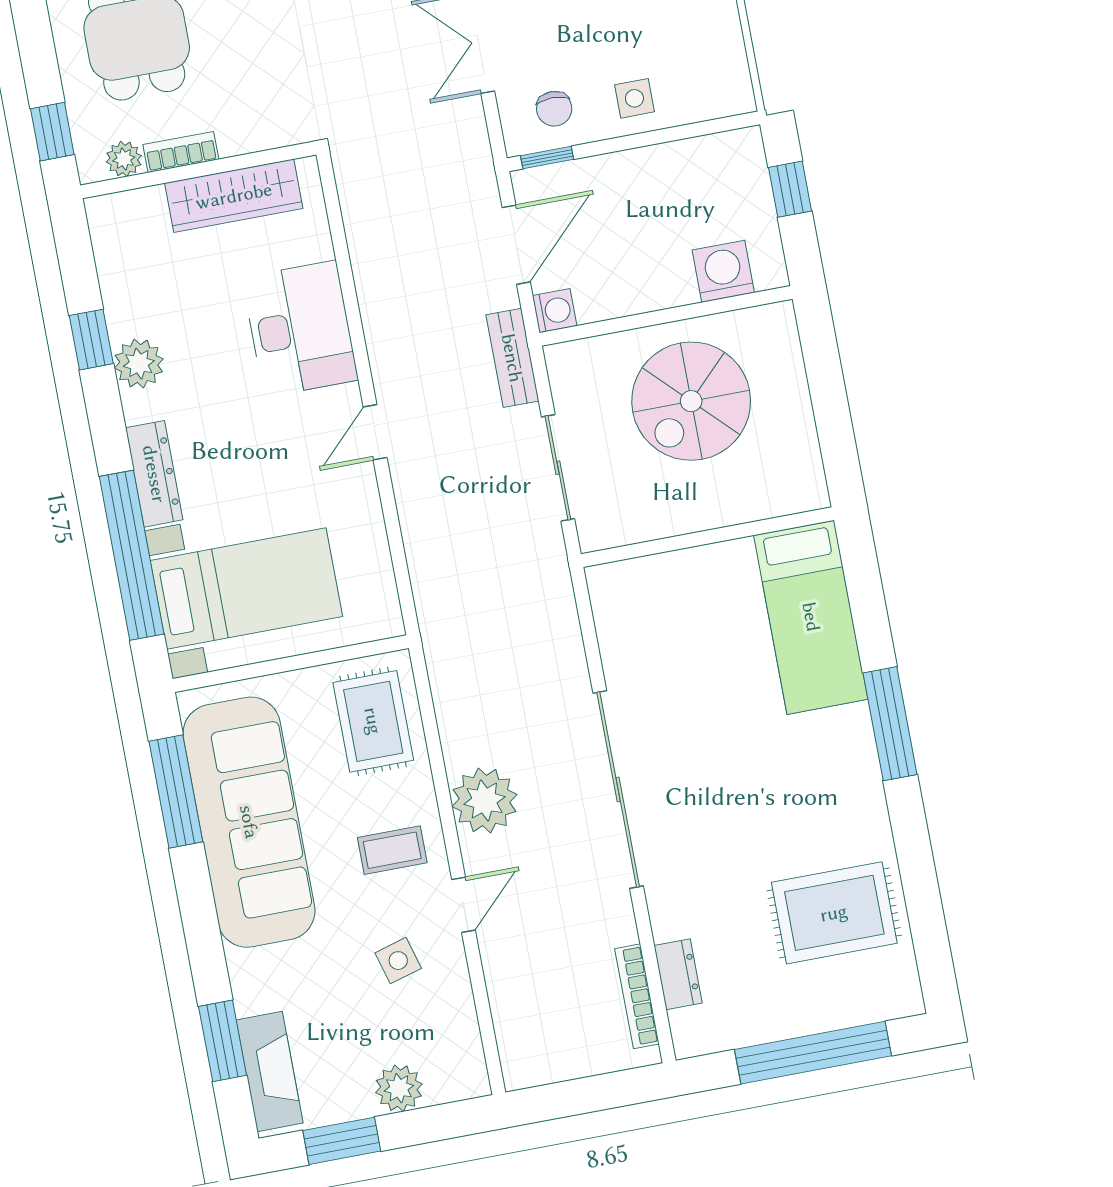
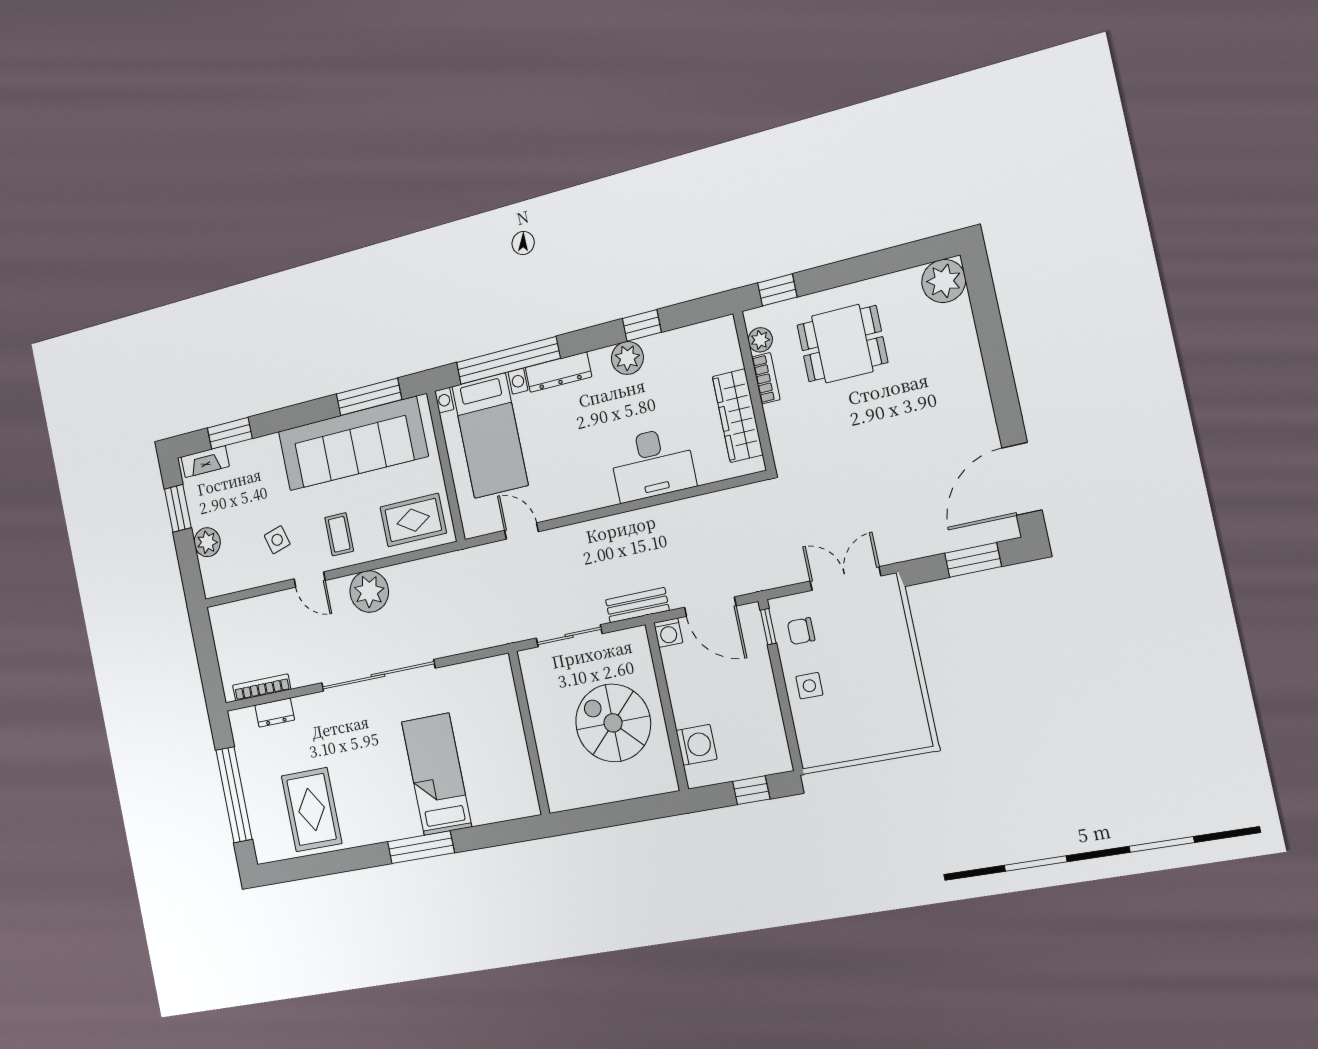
door: (375, 432) -> (521, 531), moved
bed: (811, 617) -> (437, 774), moved, turned 90
fireplace: (270, 1071) -> (205, 462), width x0.73, depth x0.76

